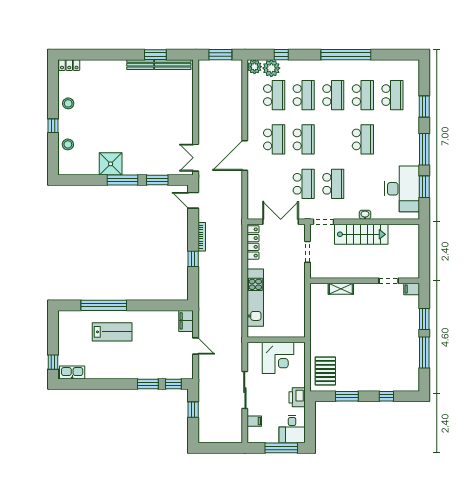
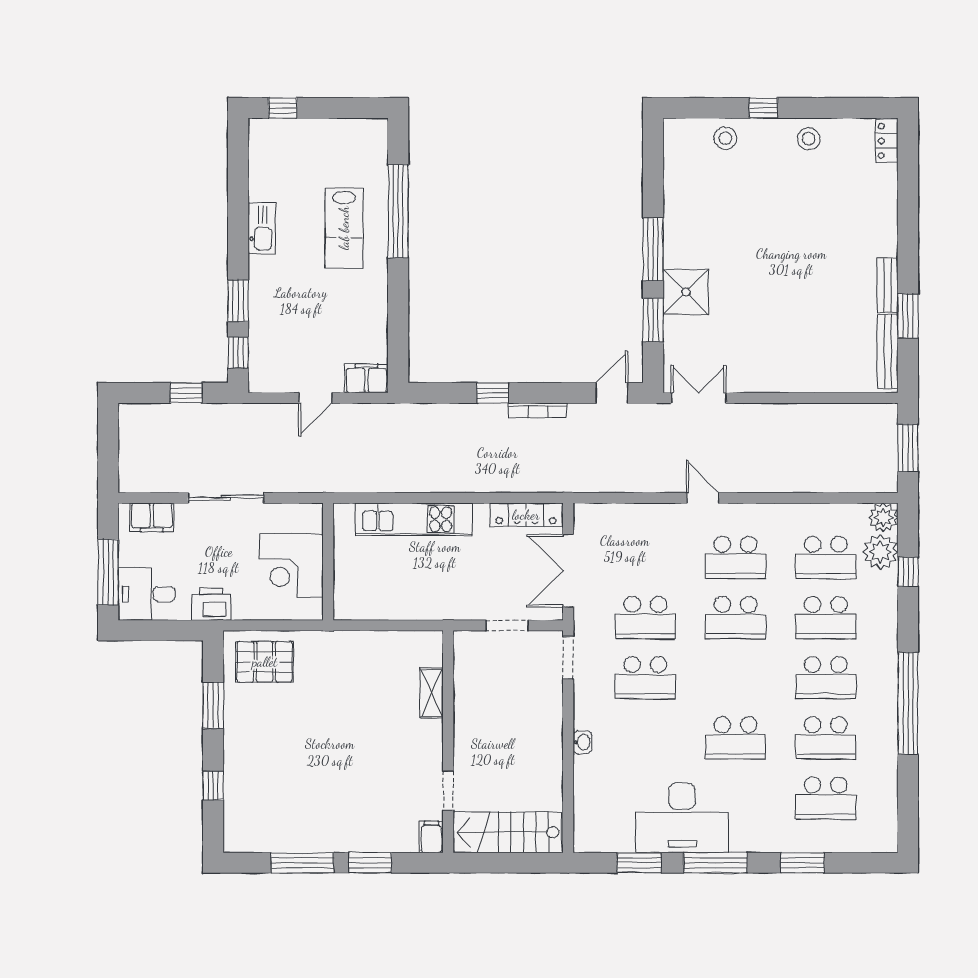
door: (245, 156) -> (703, 498), width x0.53
shower: (111, 164) -> (686, 292), moved
desk: (402, 189) -> (682, 818), moved
double door: (281, 222) -> (568, 571), swing flipped
stairs: (361, 234) -> (507, 832), moved, turned 90
kitchen sink: (72, 372) -> (262, 228), moved
filing cabinet: (254, 421) -> (152, 517), width x2.00

